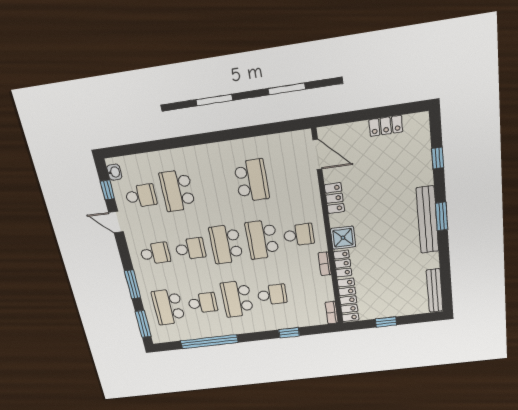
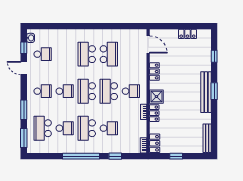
school desk: (177, 191) -> (87, 54), moved
locker: (348, 300) -> (155, 143), width x0.66
window: (209, 342) -> (81, 156), moved

